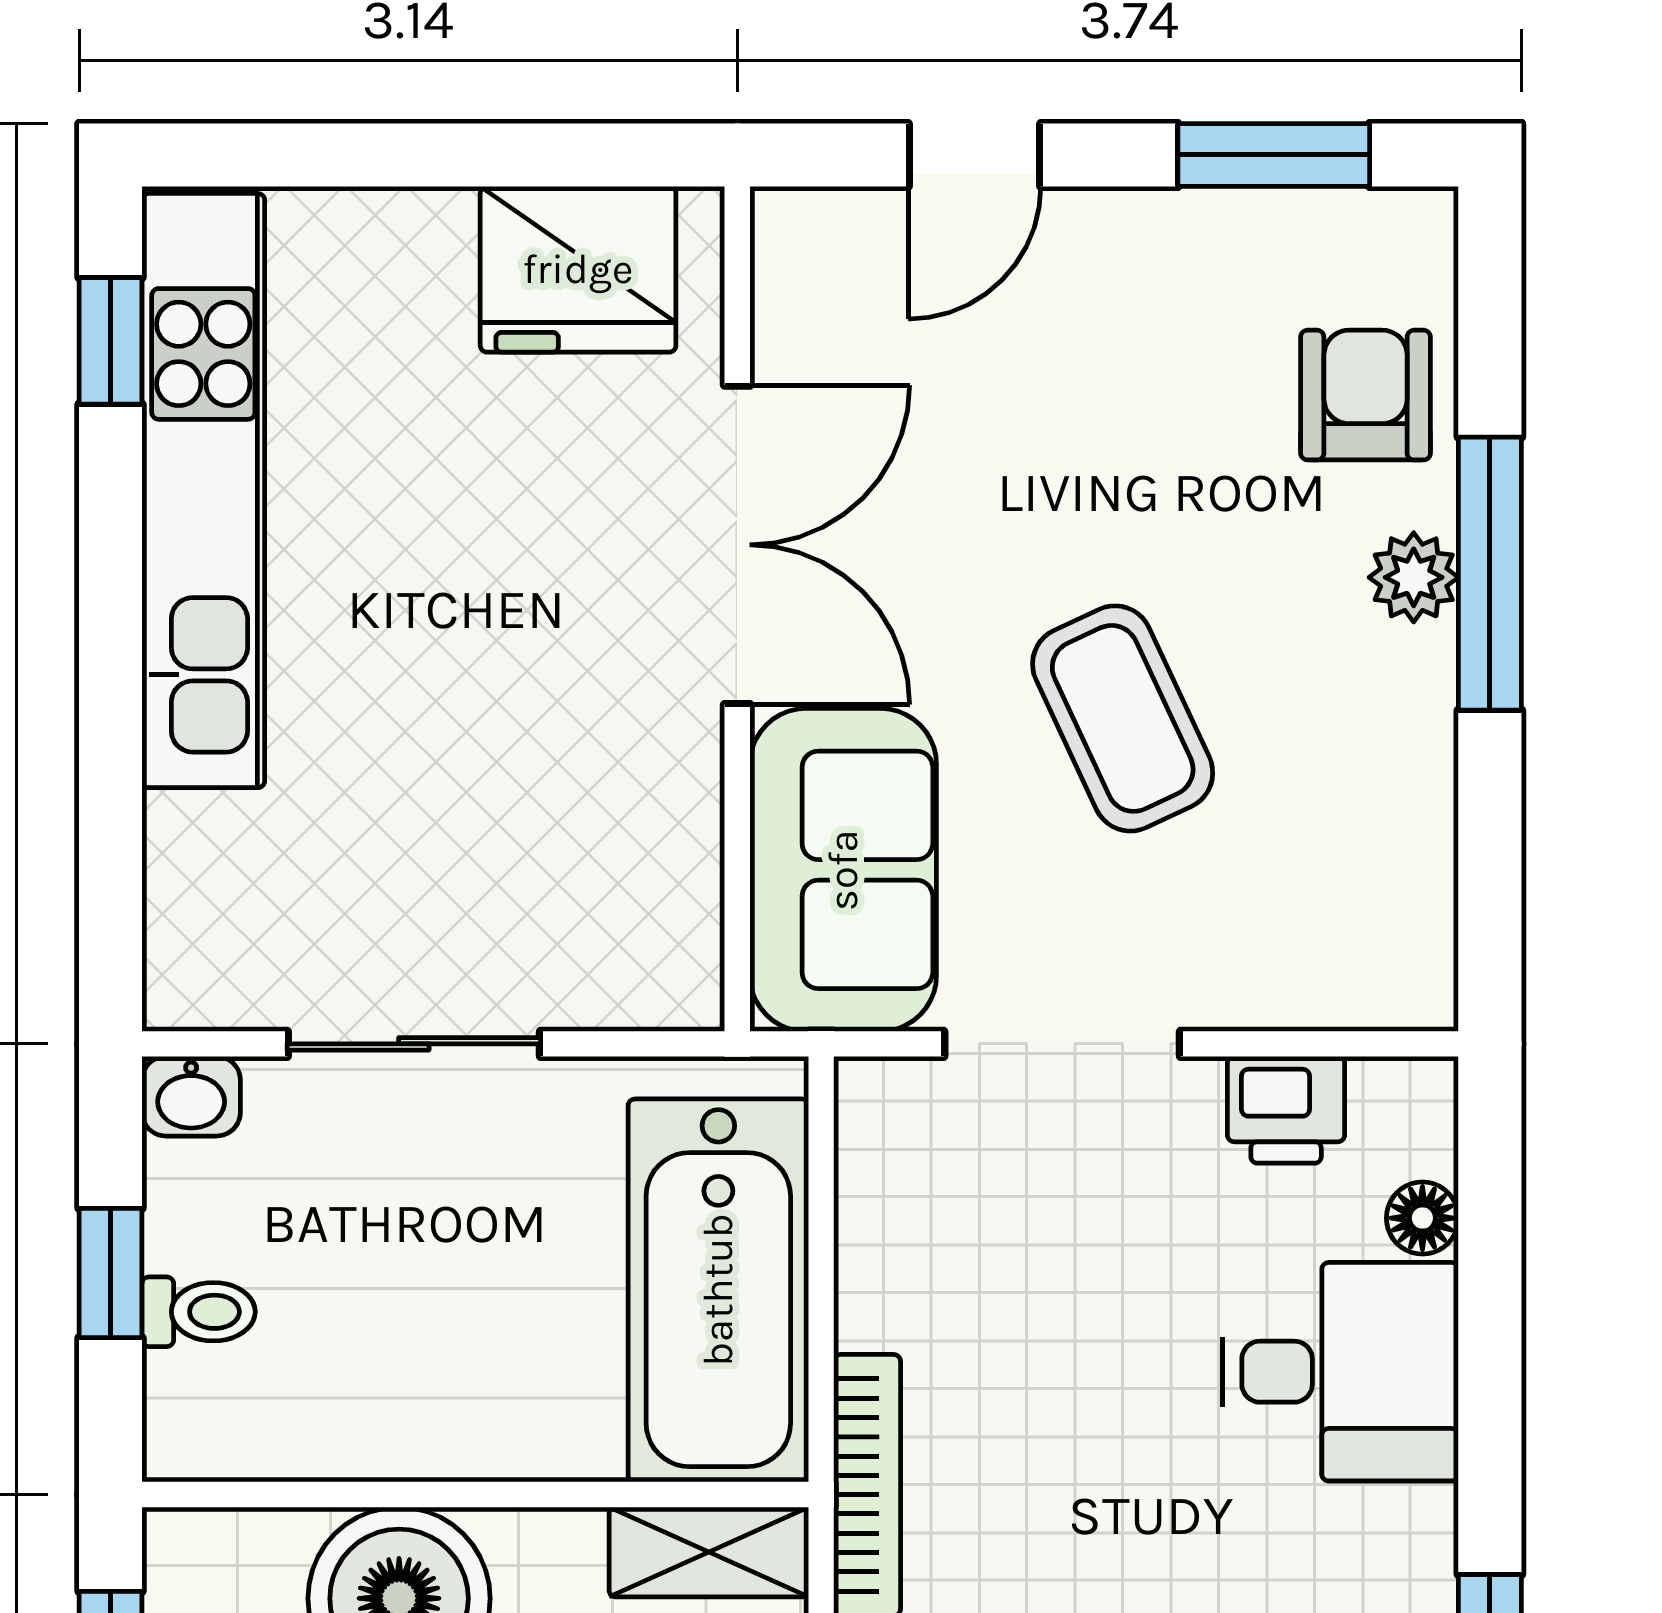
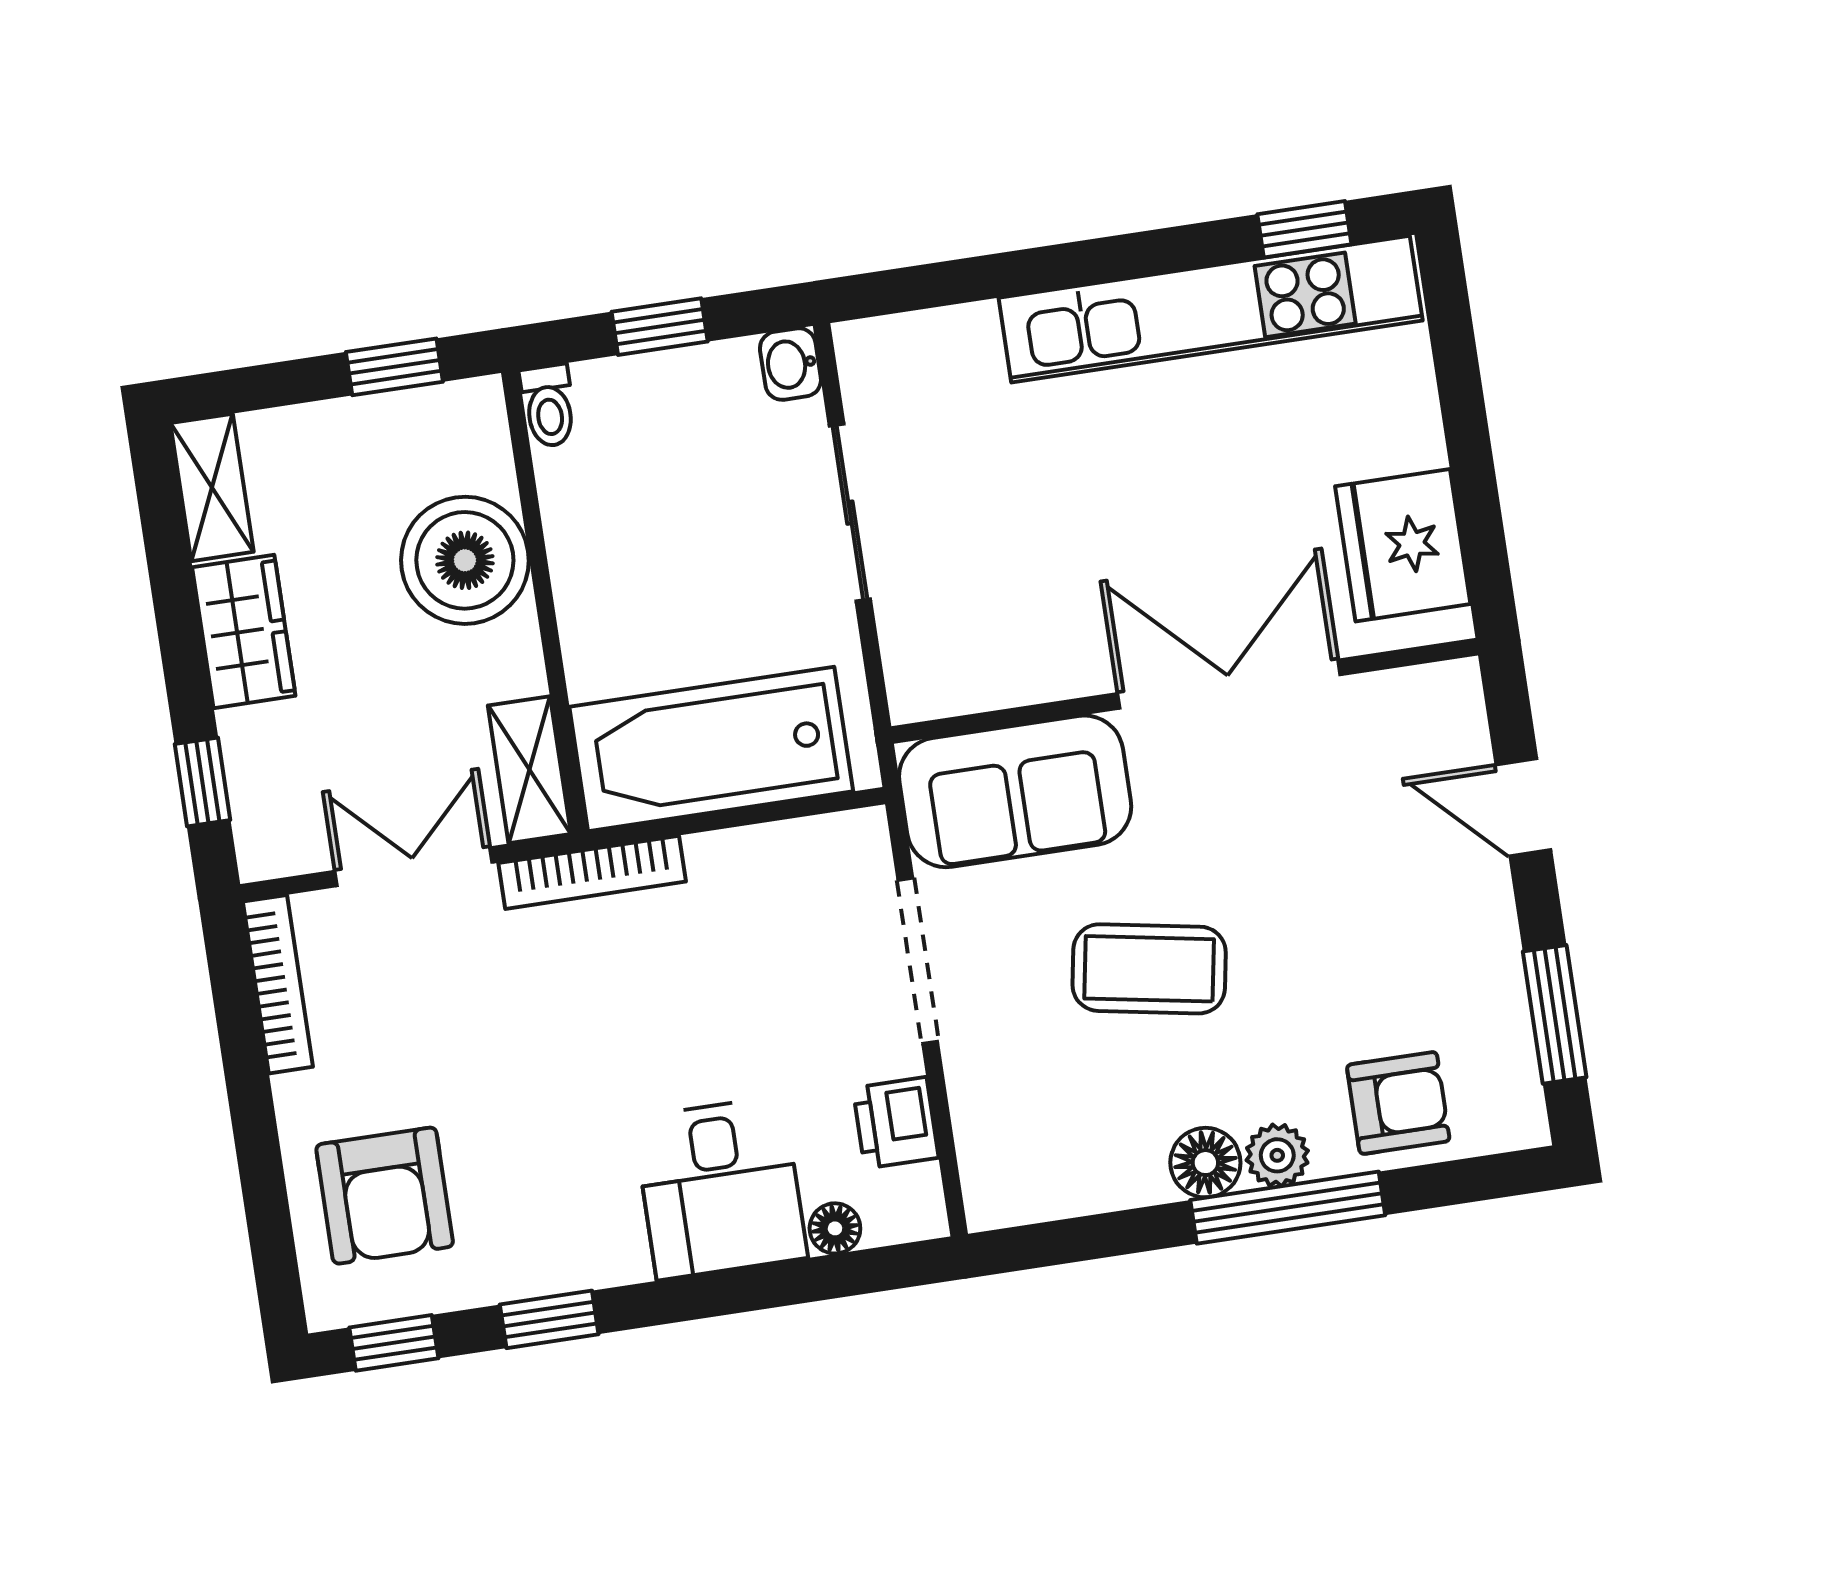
double door: (737, 545) -> (1229, 684), swing flipped
floor lamp: (1409, 680) -> (1205, 1163), added
coffee table: (1123, 718) -> (1149, 969), turned 35
toilet: (199, 1312) -> (548, 406), moved

